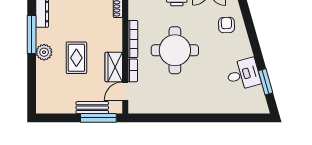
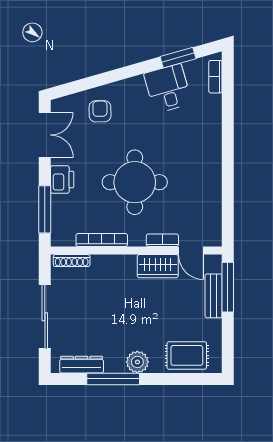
armchair: (226, 25) -> (100, 111), turned 91
bookcase: (133, 39) -> (102, 240), moved
rug: (76, 58) -> (187, 355), moved
bookcase: (252, 109) -> (215, 77), added

